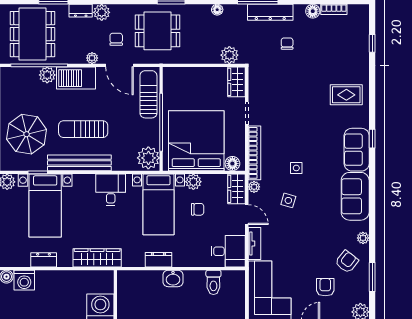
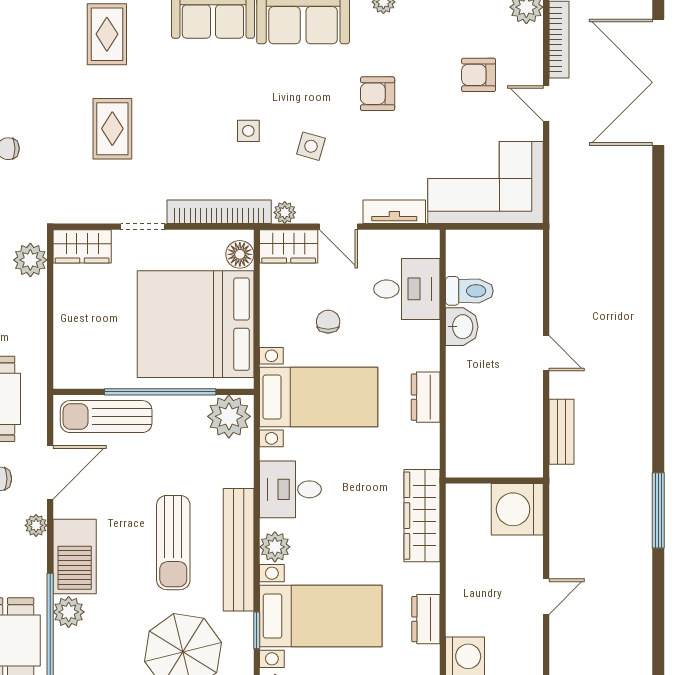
rug: (297, 98) -> (112, 129), added
plant: (193, 182) -> (275, 547), moved
door: (247, 215) -> (338, 227), swing flipped
desk: (228, 251) -> (407, 289), moved, turned 90
armchair: (347, 262) -> (378, 94), moved, turned -38
washbasin: (173, 278) -> (462, 327), moved

